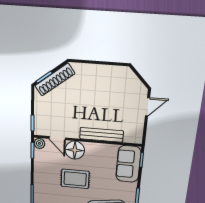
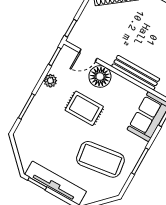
door: (57, 138) -> (88, 55), hinge flipped
plant: (39, 143) -> (50, 81), moved

